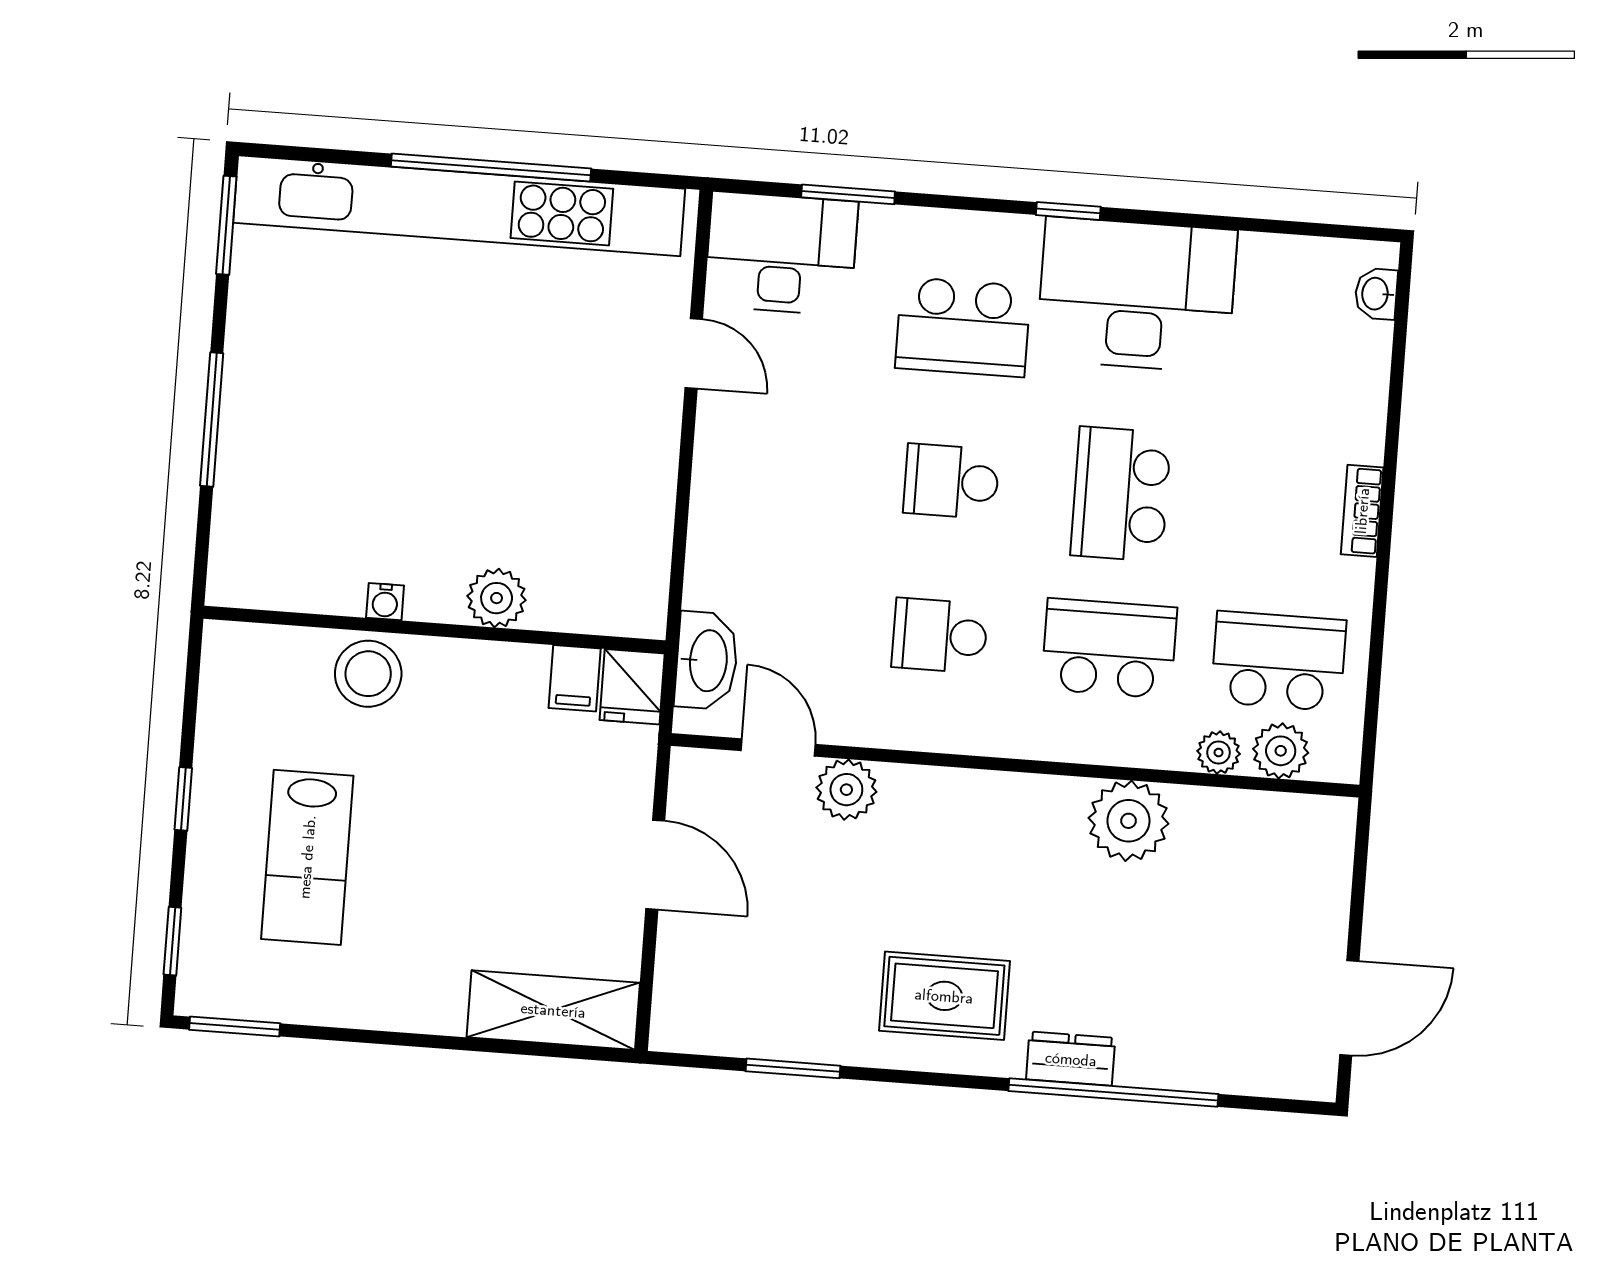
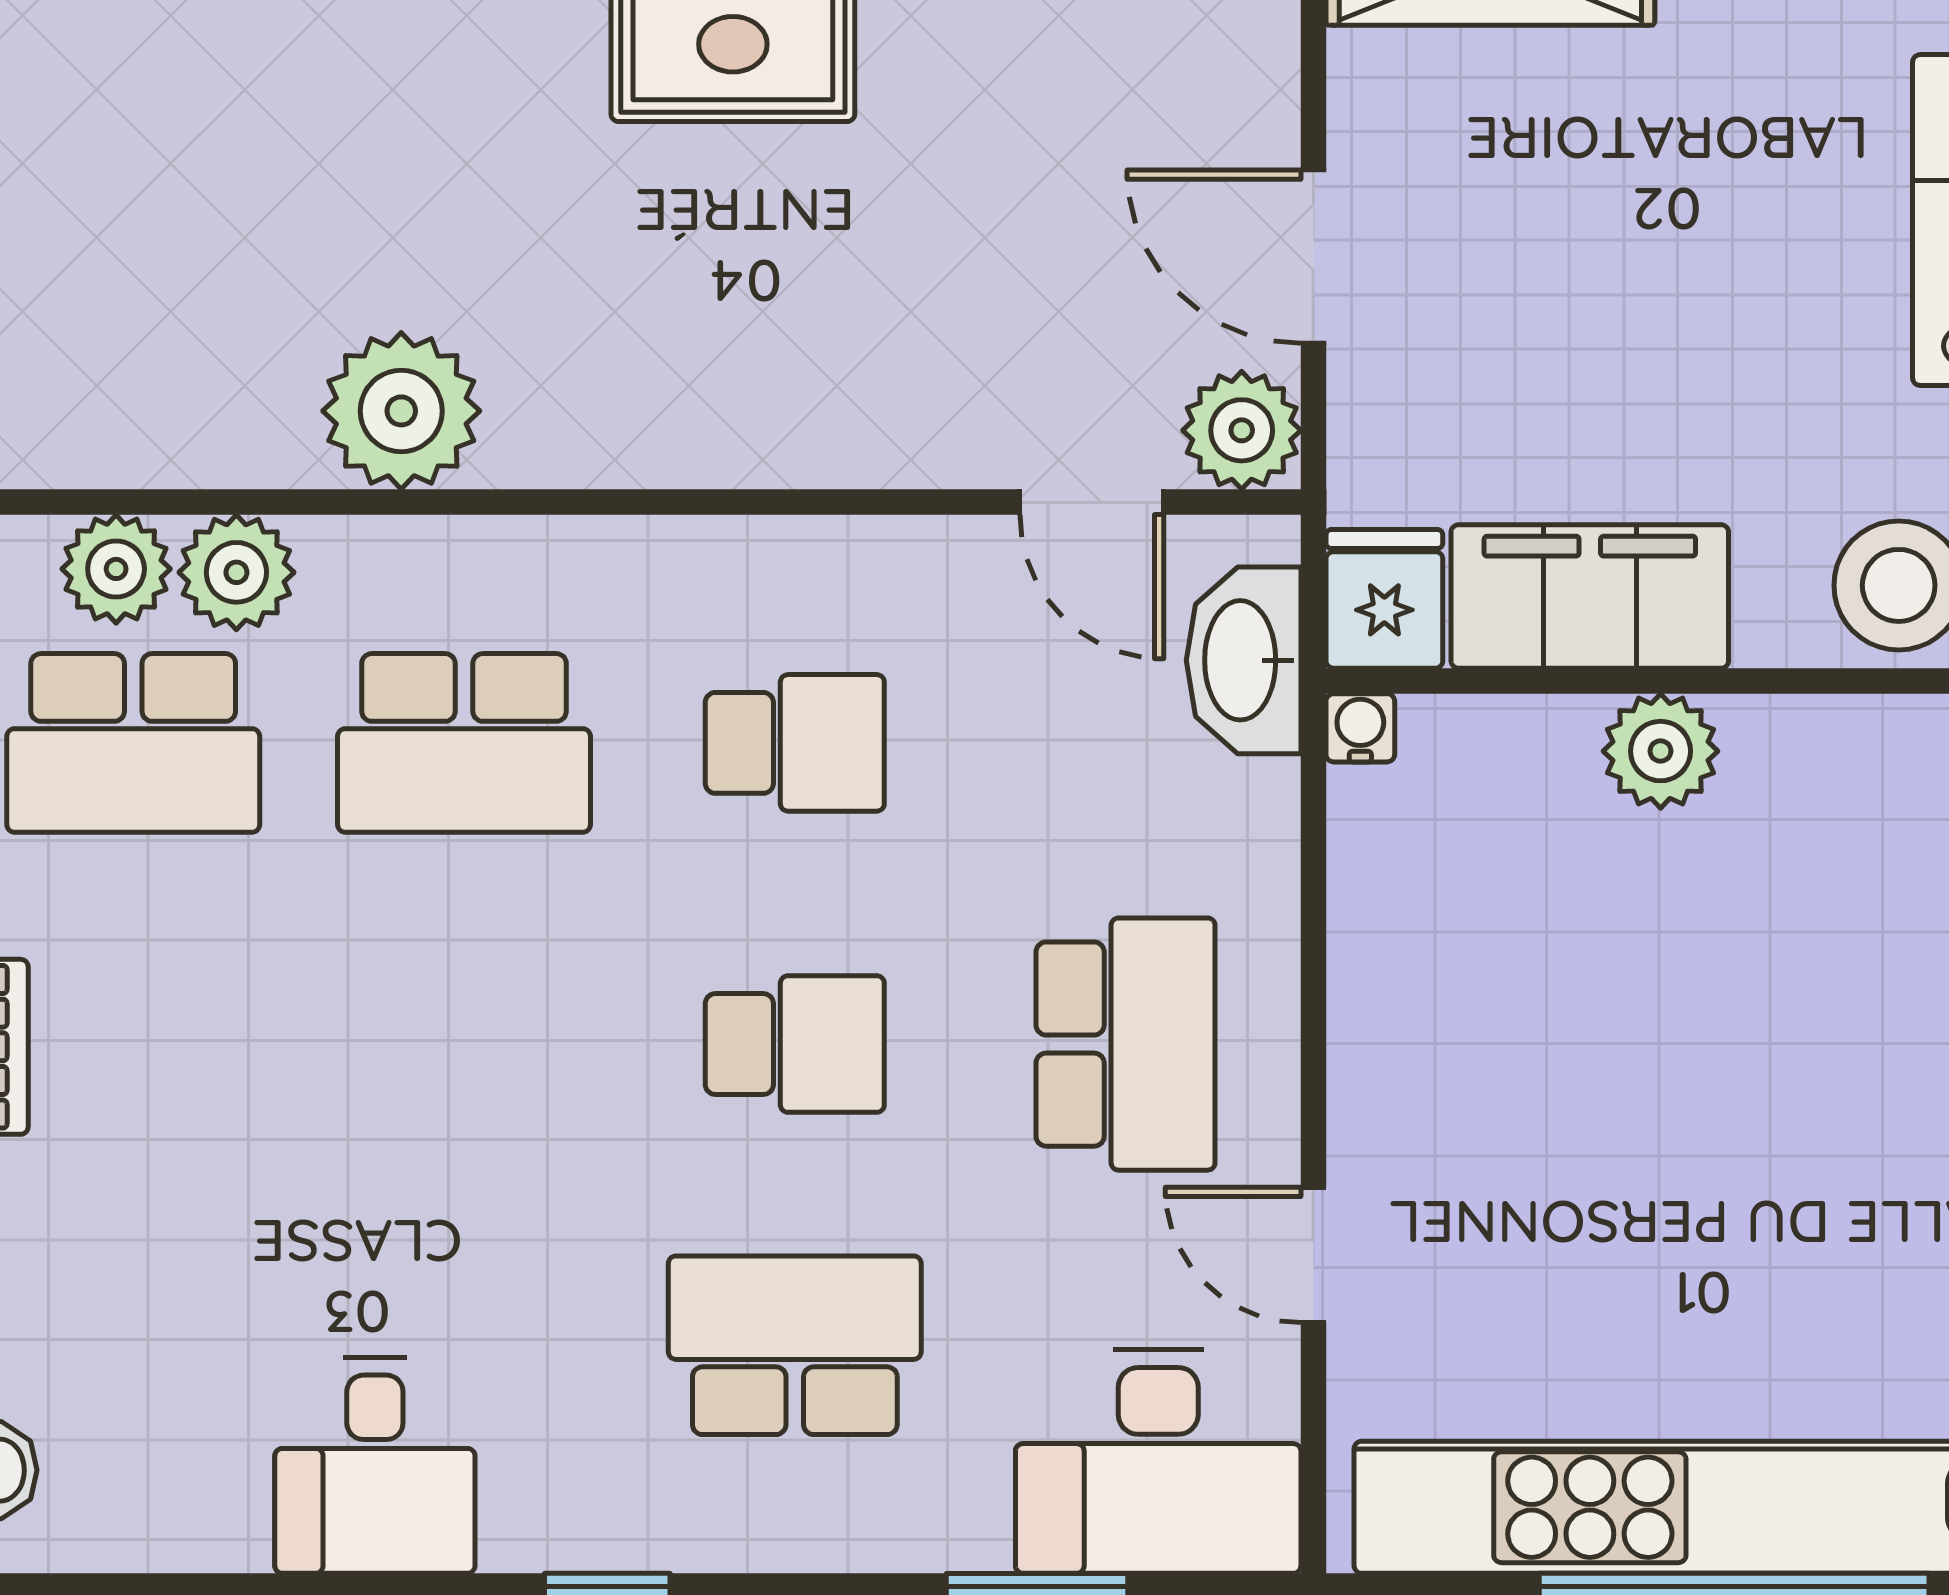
desk: (1137, 295) -> (375, 1466), width x0.53, depth x0.77
school desk: (1121, 494) -> (1126, 1044), moved
water cooler: (385, 602) -> (1360, 728), moved
filing cabinet: (575, 678) -> (1590, 596), width x3.00, depth x1.17
plant: (1219, 753) -> (236, 572), width x1.38, depth x1.38
plant: (846, 790) -> (1242, 430), moved

